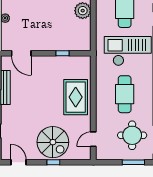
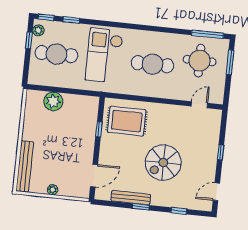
rug: (76, 97) -> (127, 121), moved
door: (93, 139) -> (199, 105), swing flipped
spiral stairs: (53, 142) -> (163, 162), moved, turned 180

